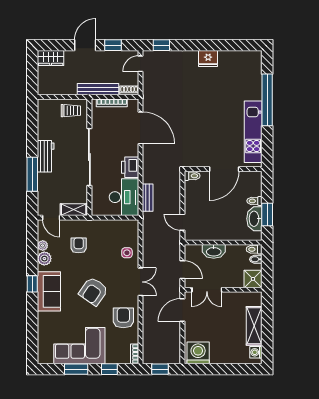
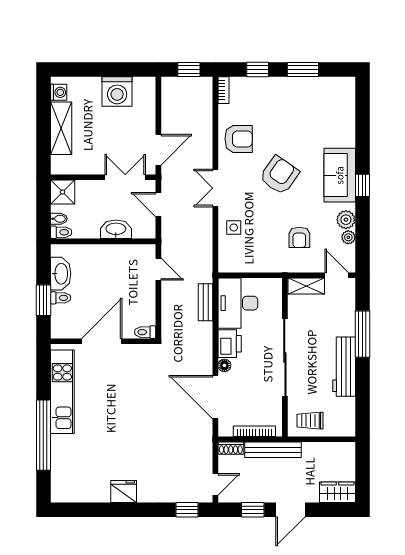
floor lamp: (134, 151) -> (224, 365), added
workbench: (46, 156) -> (344, 367), width x1.38
window: (267, 215) -> (43, 300), moved
armchair: (123, 318) -> (239, 139), turned -90
corner sofa: (79, 346) -> (298, 101), removed
washing machine: (198, 353) -> (117, 91), moved

